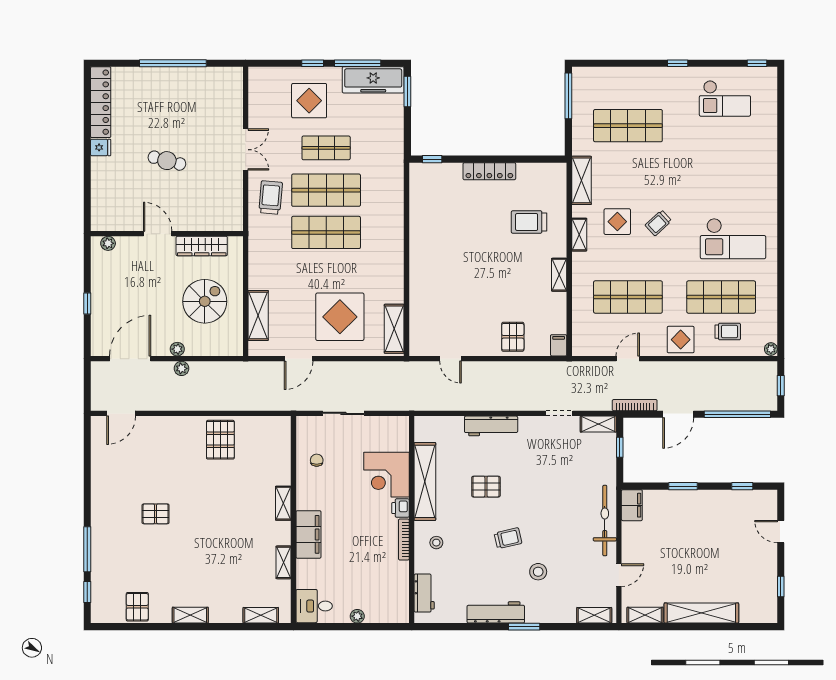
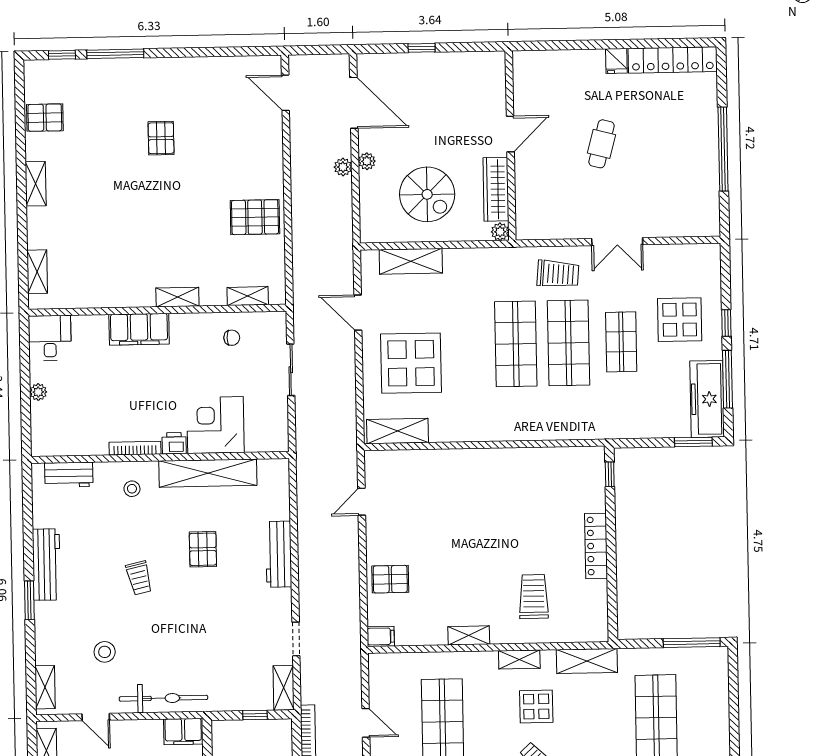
plant: (108, 243) -> (500, 232), moved
shelving: (284, 562) -> (248, 296), moved
stool: (538, 572) -> (105, 652), moved

